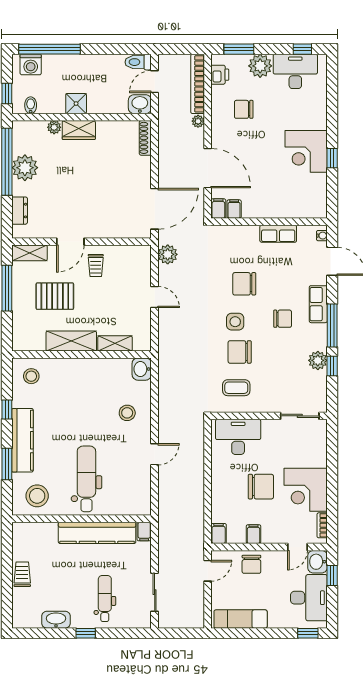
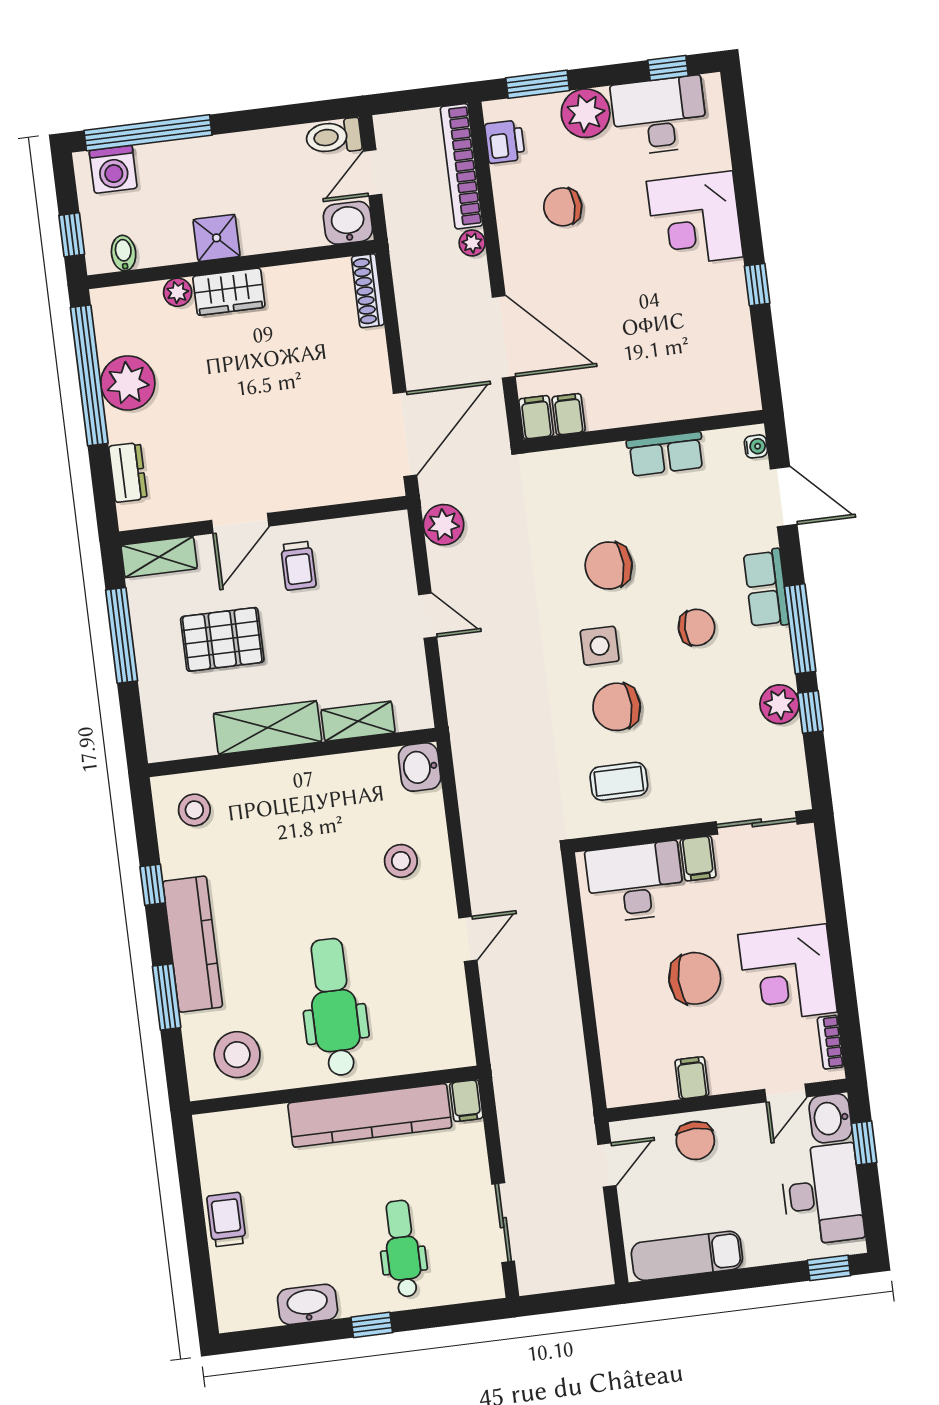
corner desk: (306, 151) -> (695, 219), moved
filing cabinet: (219, 533) -> (698, 858), moved, turned 180

